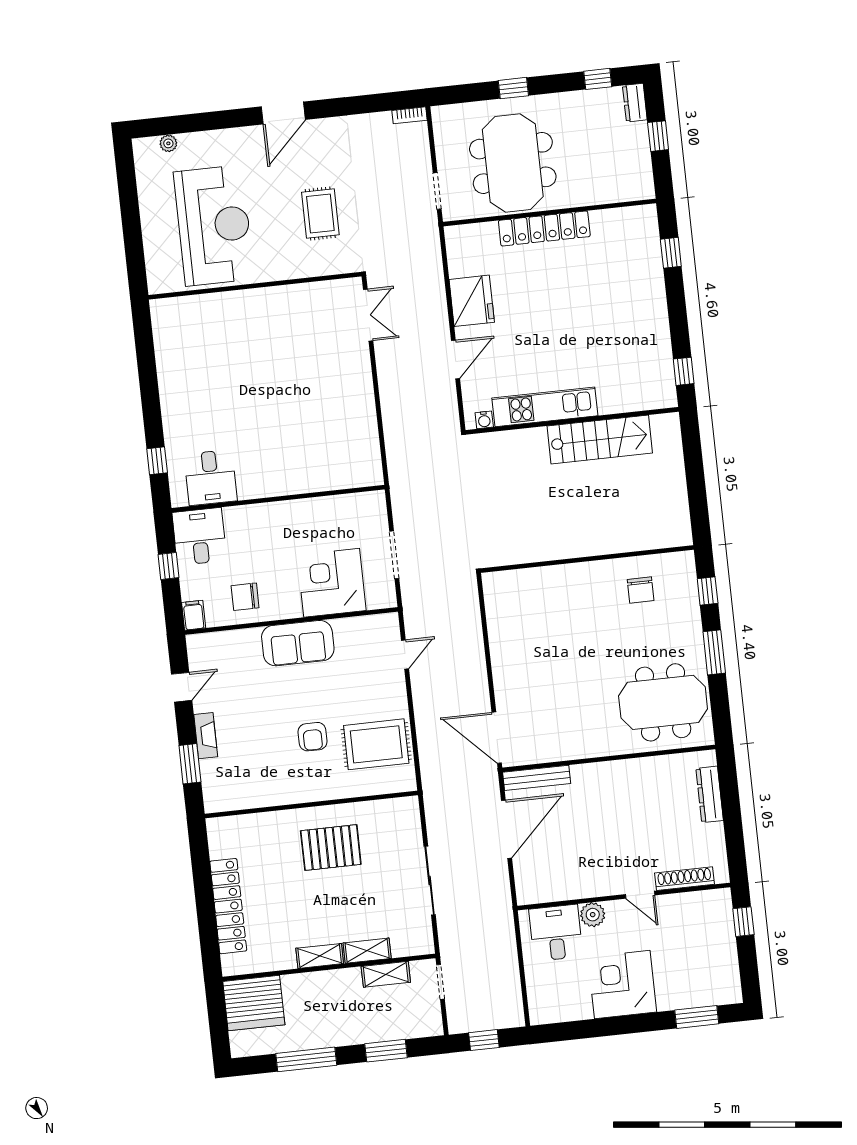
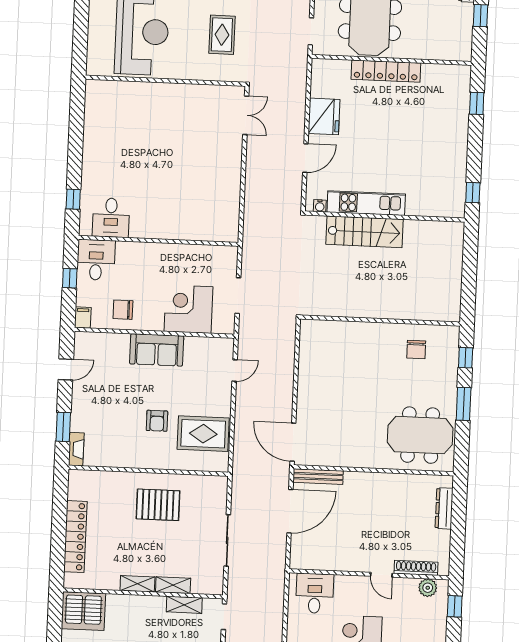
stairs: (600, 439) -> (364, 232), moved
fireplace: (206, 736) -> (76, 449), moved
plant: (593, 915) -> (428, 588), moved

